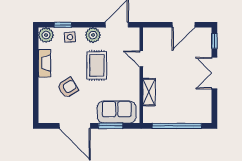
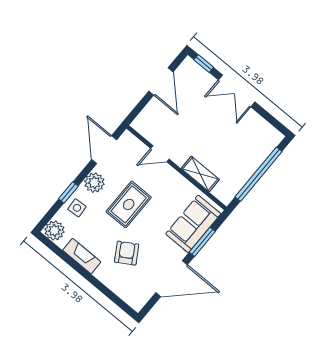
window: (63, 25) -> (68, 193), moved
rug: (97, 65) -> (129, 204), turned 90

